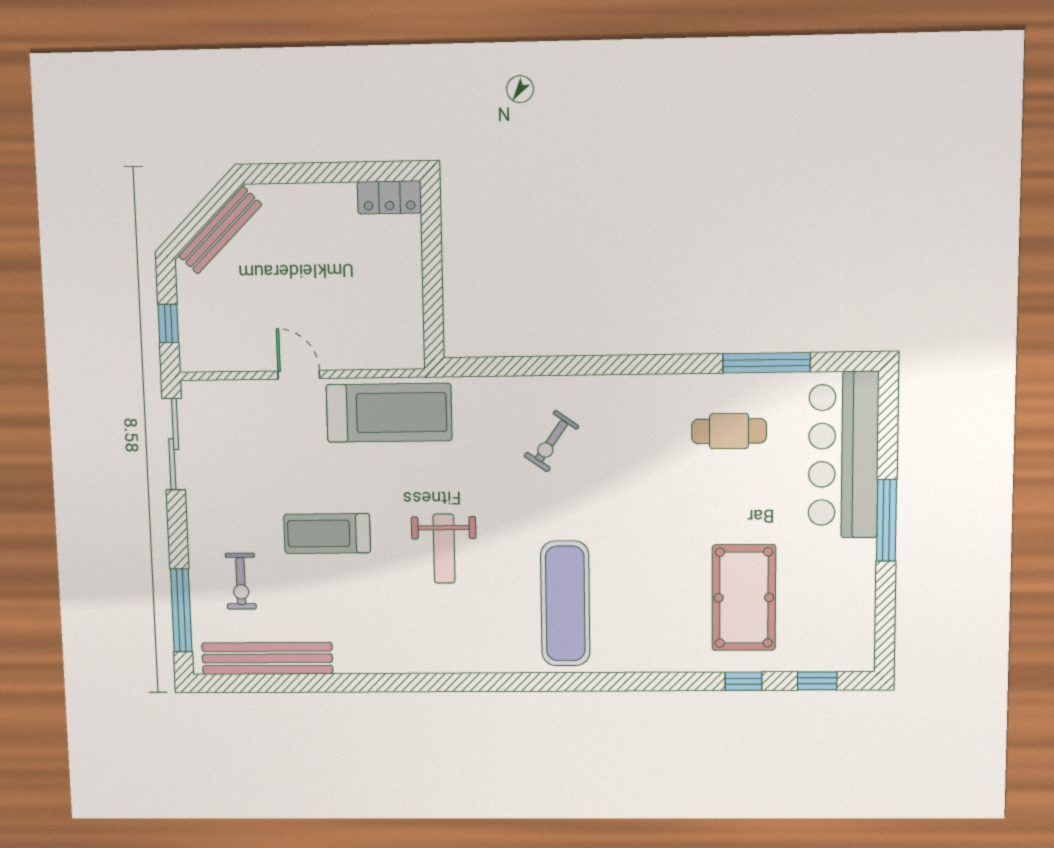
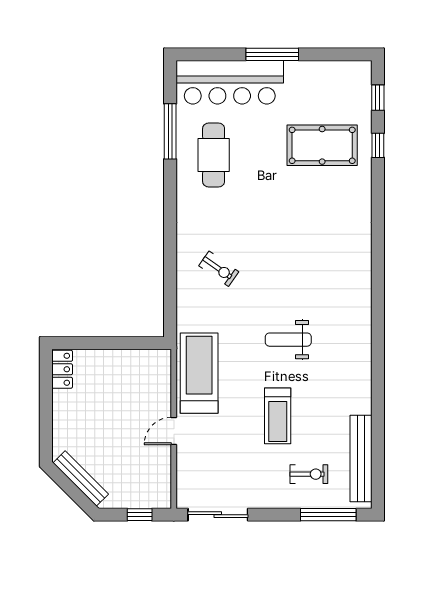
cafe table: (729, 431) -> (214, 155), width x1.37, depth x1.35
weight bench: (444, 549) -> (288, 340), turned 180
exercise mat: (565, 604) -> (325, 261), removed

